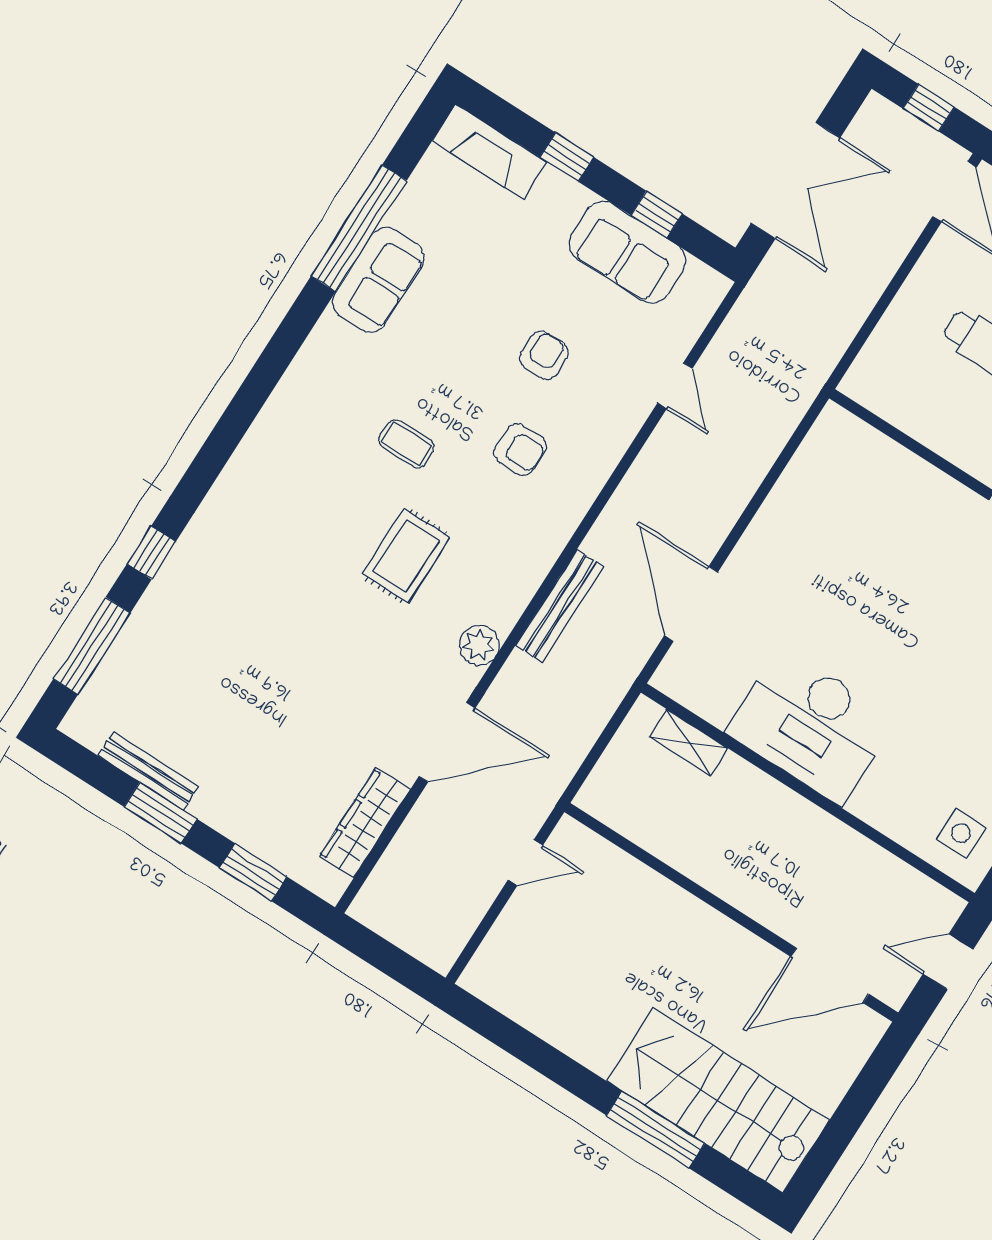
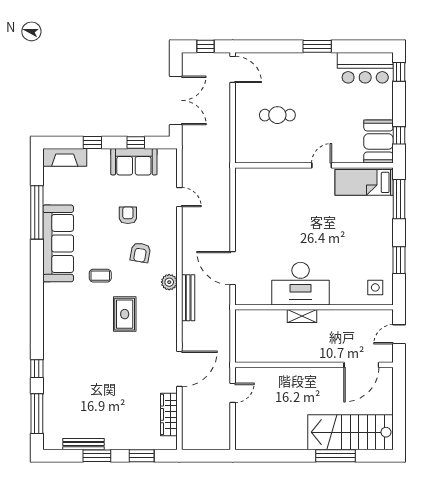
sofa: (378, 280) -> (58, 243), width x1.85, depth x1.27
armchair: (520, 449) -> (140, 253), turned 100
plant: (479, 645) -> (169, 282), moved
shelving: (689, 742) -> (302, 316), moved

